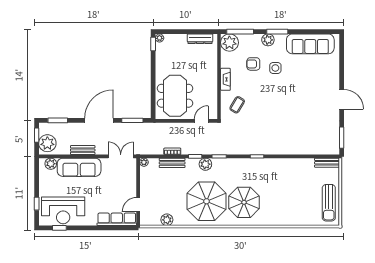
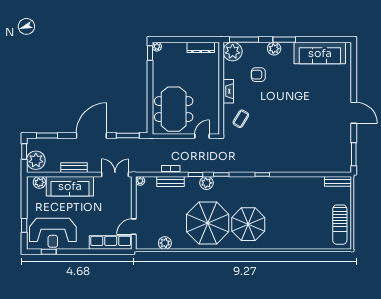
side table: (275, 68) -> (282, 79), removed

